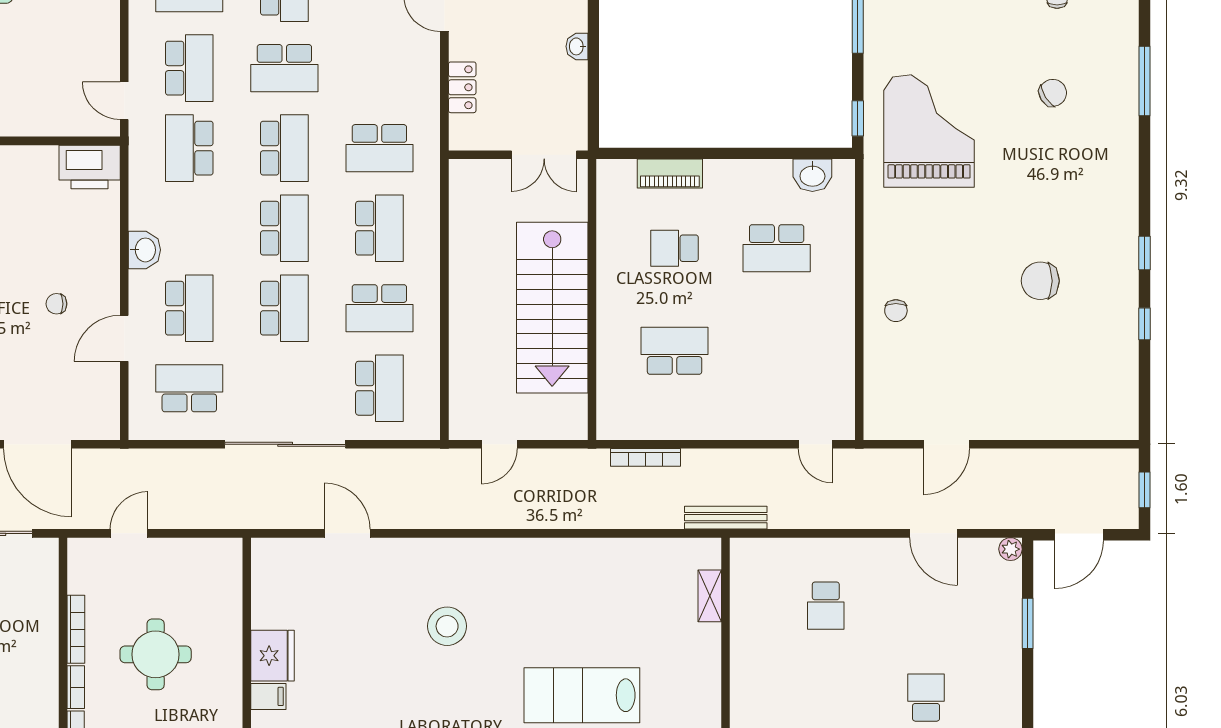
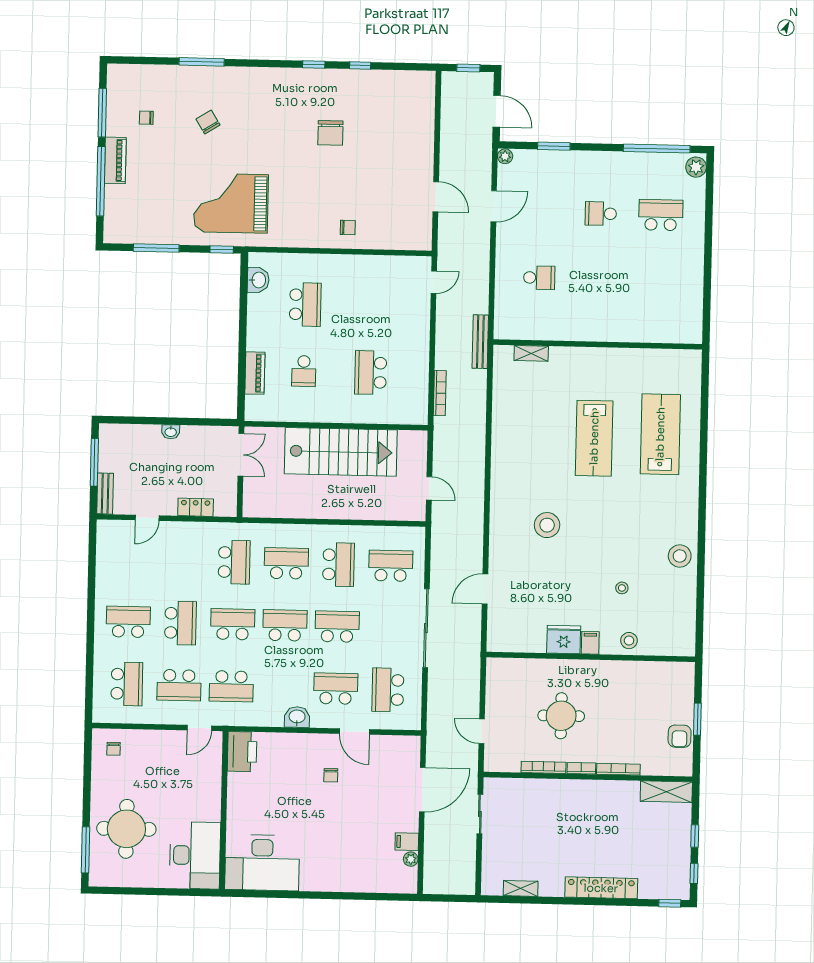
school desk: (189, 68) -> (179, 685), turned 180

